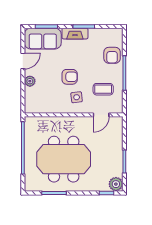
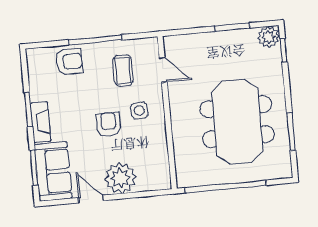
plant: (30, 81) -> (120, 178), width x1.87, depth x1.87

